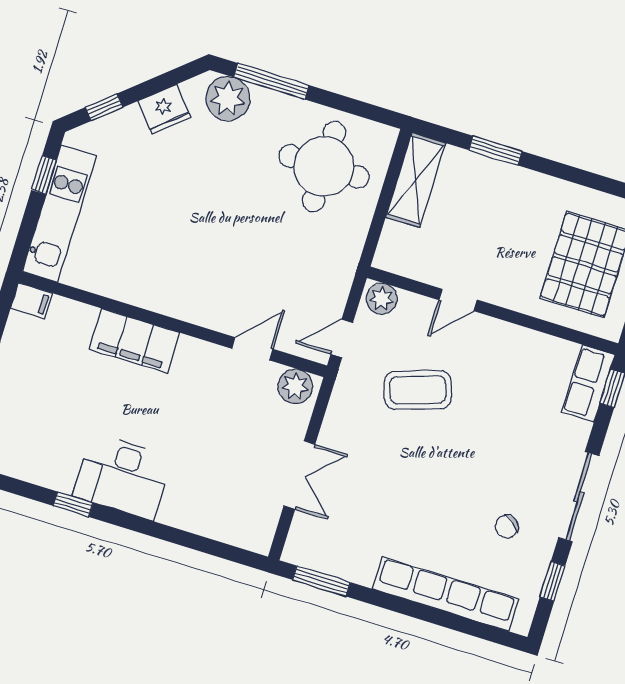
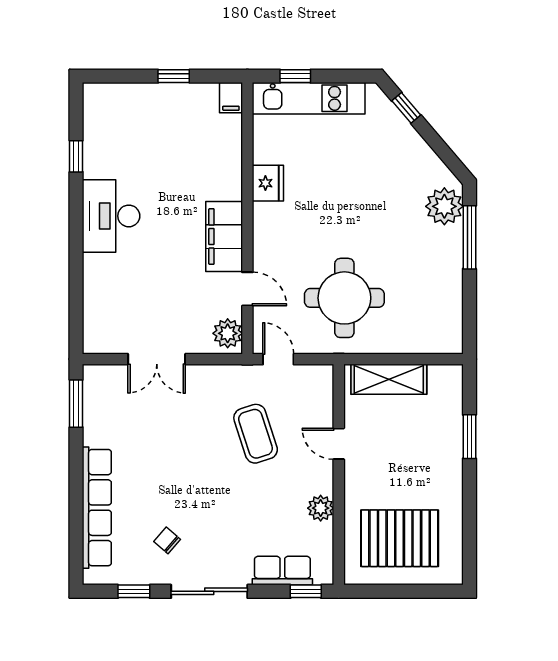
fridge: (164, 109) -> (268, 183), moved, turned -140
round table: (324, 167) -> (344, 298), moved
window: (44, 175) -> (295, 76), moved
shelving: (416, 180) -> (389, 379), moved
plant: (382, 299) -> (321, 508), moved
filing cabinet: (134, 341) -> (224, 236), moved
row of seats: (588, 384) -> (282, 571), moved
window: (73, 504) -> (76, 156), moved

